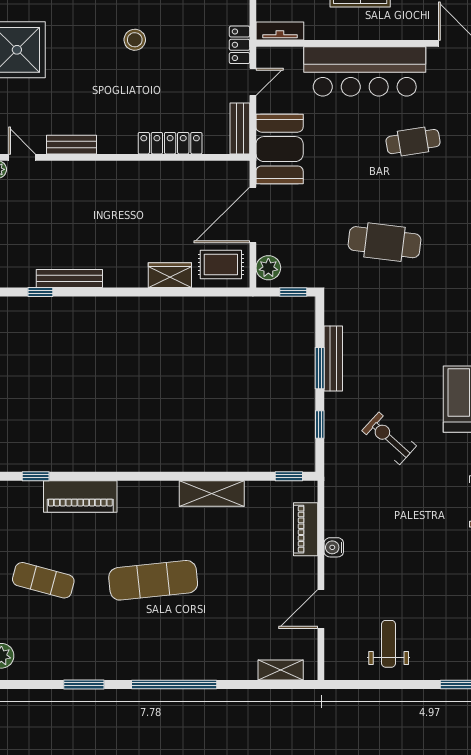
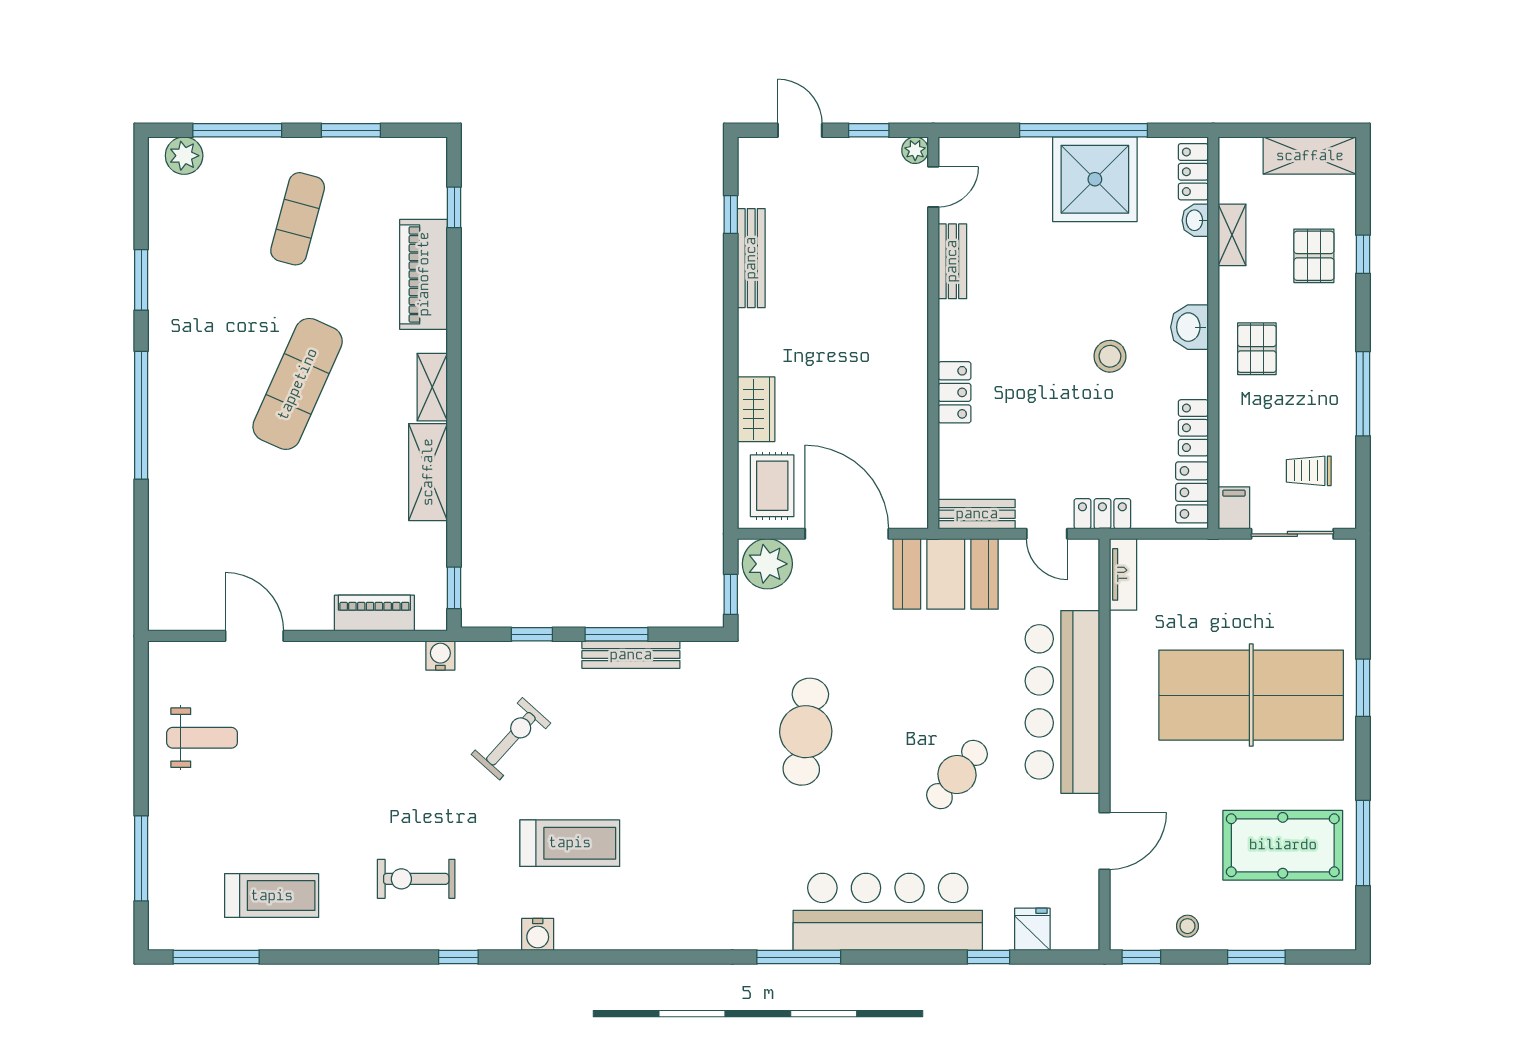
cafe table: (413, 142) -> (957, 775), turned 48
locker: (170, 143) -> (955, 392), width x0.66
plant: (268, 268) -> (767, 564), width x1.36, depth x1.36
water cooler: (334, 547) -> (440, 655), moved
exercise mat: (153, 580) -> (298, 384), turned 30
shelving: (281, 670) -> (432, 387), moved

